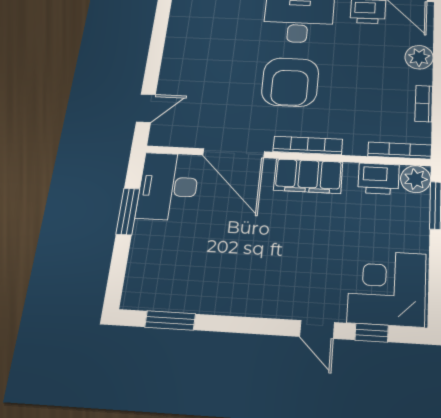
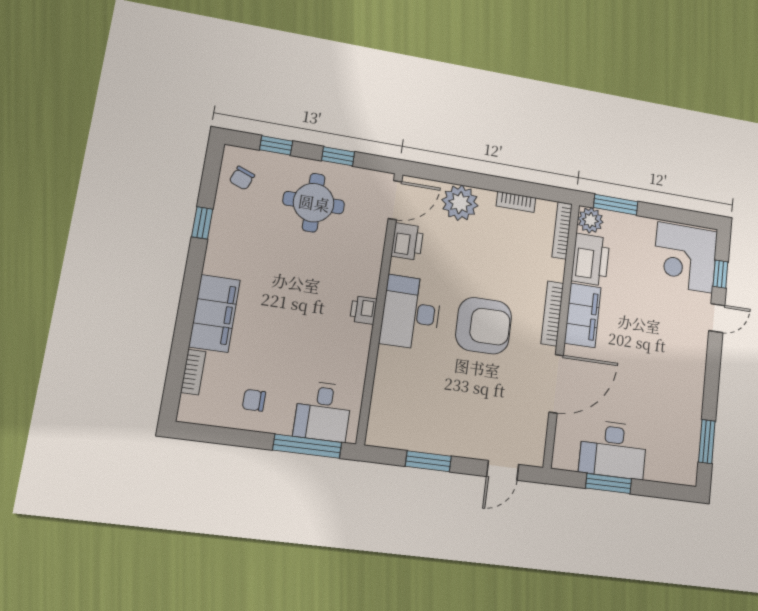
window: (157, 44) -> (428, 461), added
plant: (419, 57) -> (460, 203), width x1.36, depth x1.36
door: (146, 108) -> (503, 470), swing flipped
printer: (379, 179) -> (590, 260), width x1.37, depth x1.19
desk: (168, 186) -> (613, 450), moved

